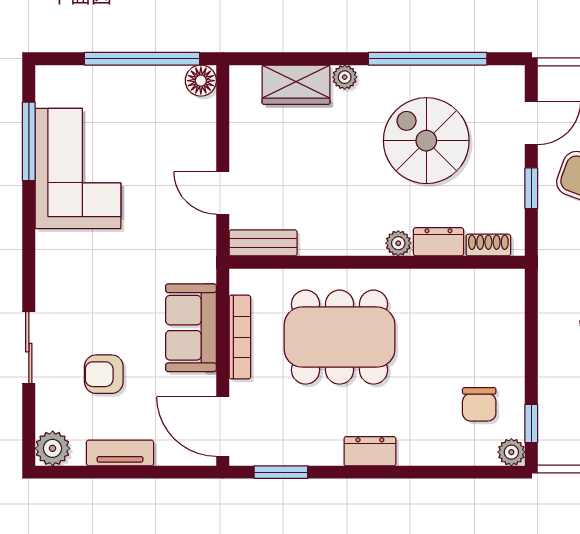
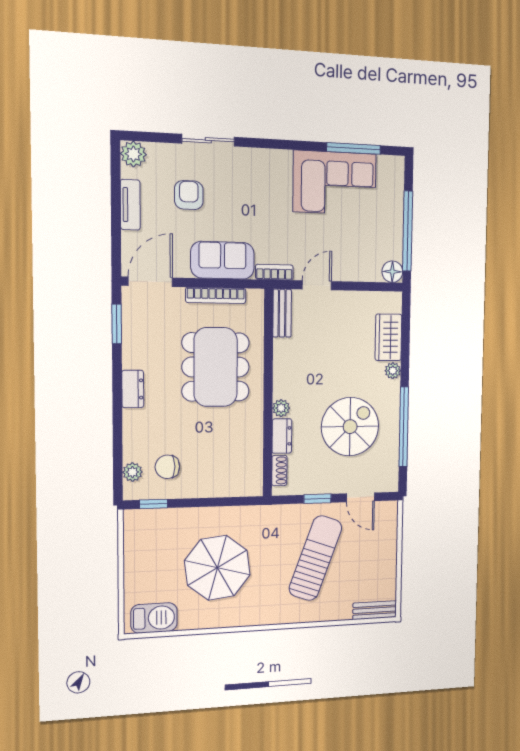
bookcase: (206, 254) -> (274, 272), added
plant: (511, 452) -> (133, 472), moved

